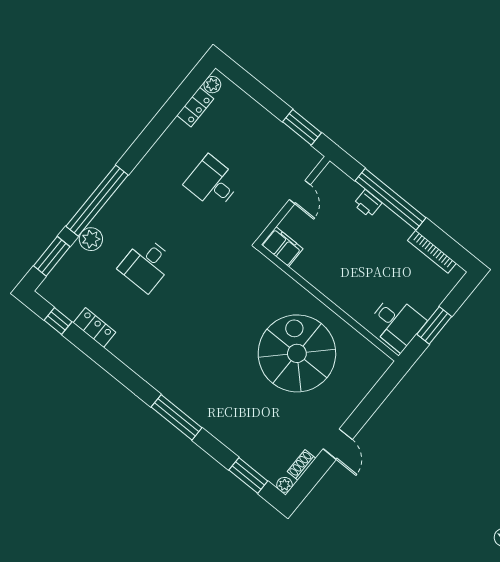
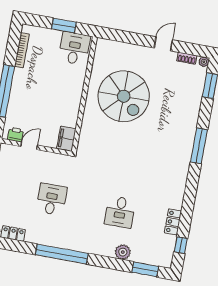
desk: (213, 183) -> (51, 199), turned 180
window: (97, 201) -> (62, 254), moved
printer: (367, 204) -> (15, 135), moved, turned -90
desk: (146, 265) -> (120, 212), turned 90
spiral stairs: (297, 353) -> (124, 96), turned -90

